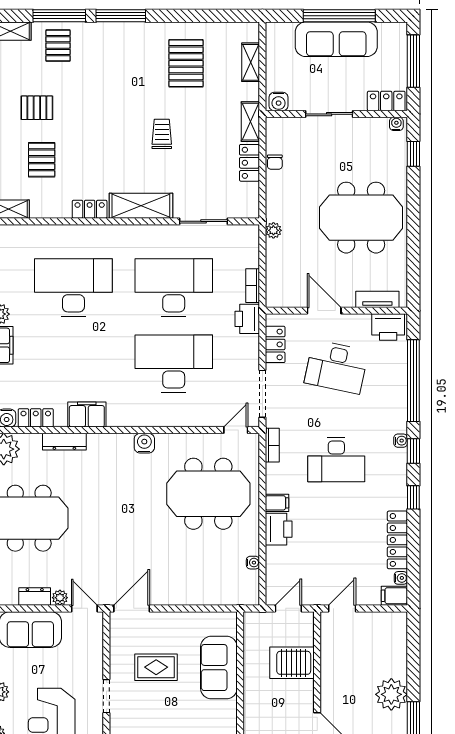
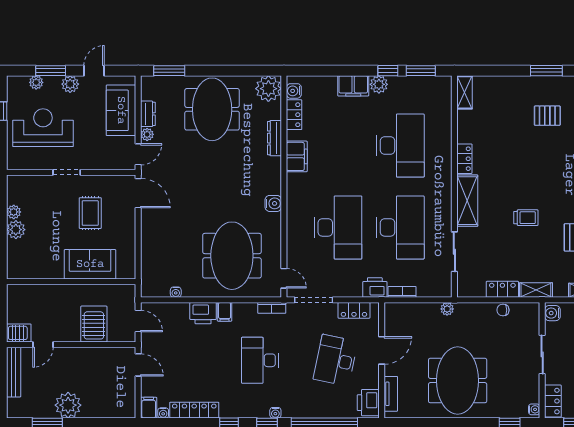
pallet: (37, 108) -> (547, 116), turned 90
pallet: (42, 160) -> (505, 120), removed

